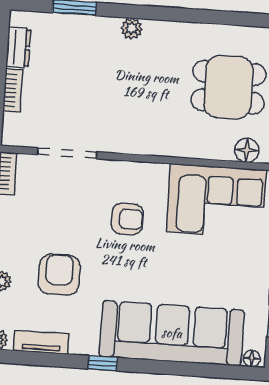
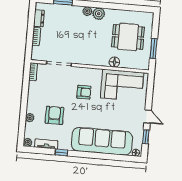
plant: (158, 34) -> (99, 14), added
floor lamp: (247, 150) -> (114, 62), moved
window: (103, 363) -> (61, 152), moved

